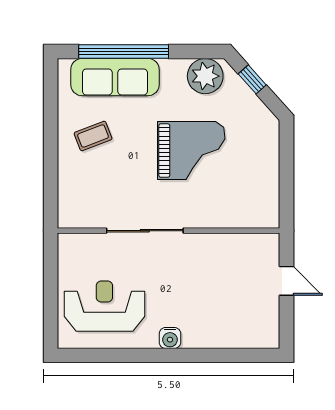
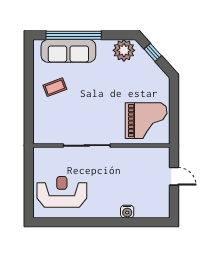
grand piano: (191, 151) -> (146, 121), moved
water cooler: (170, 338) -> (127, 212), moved

